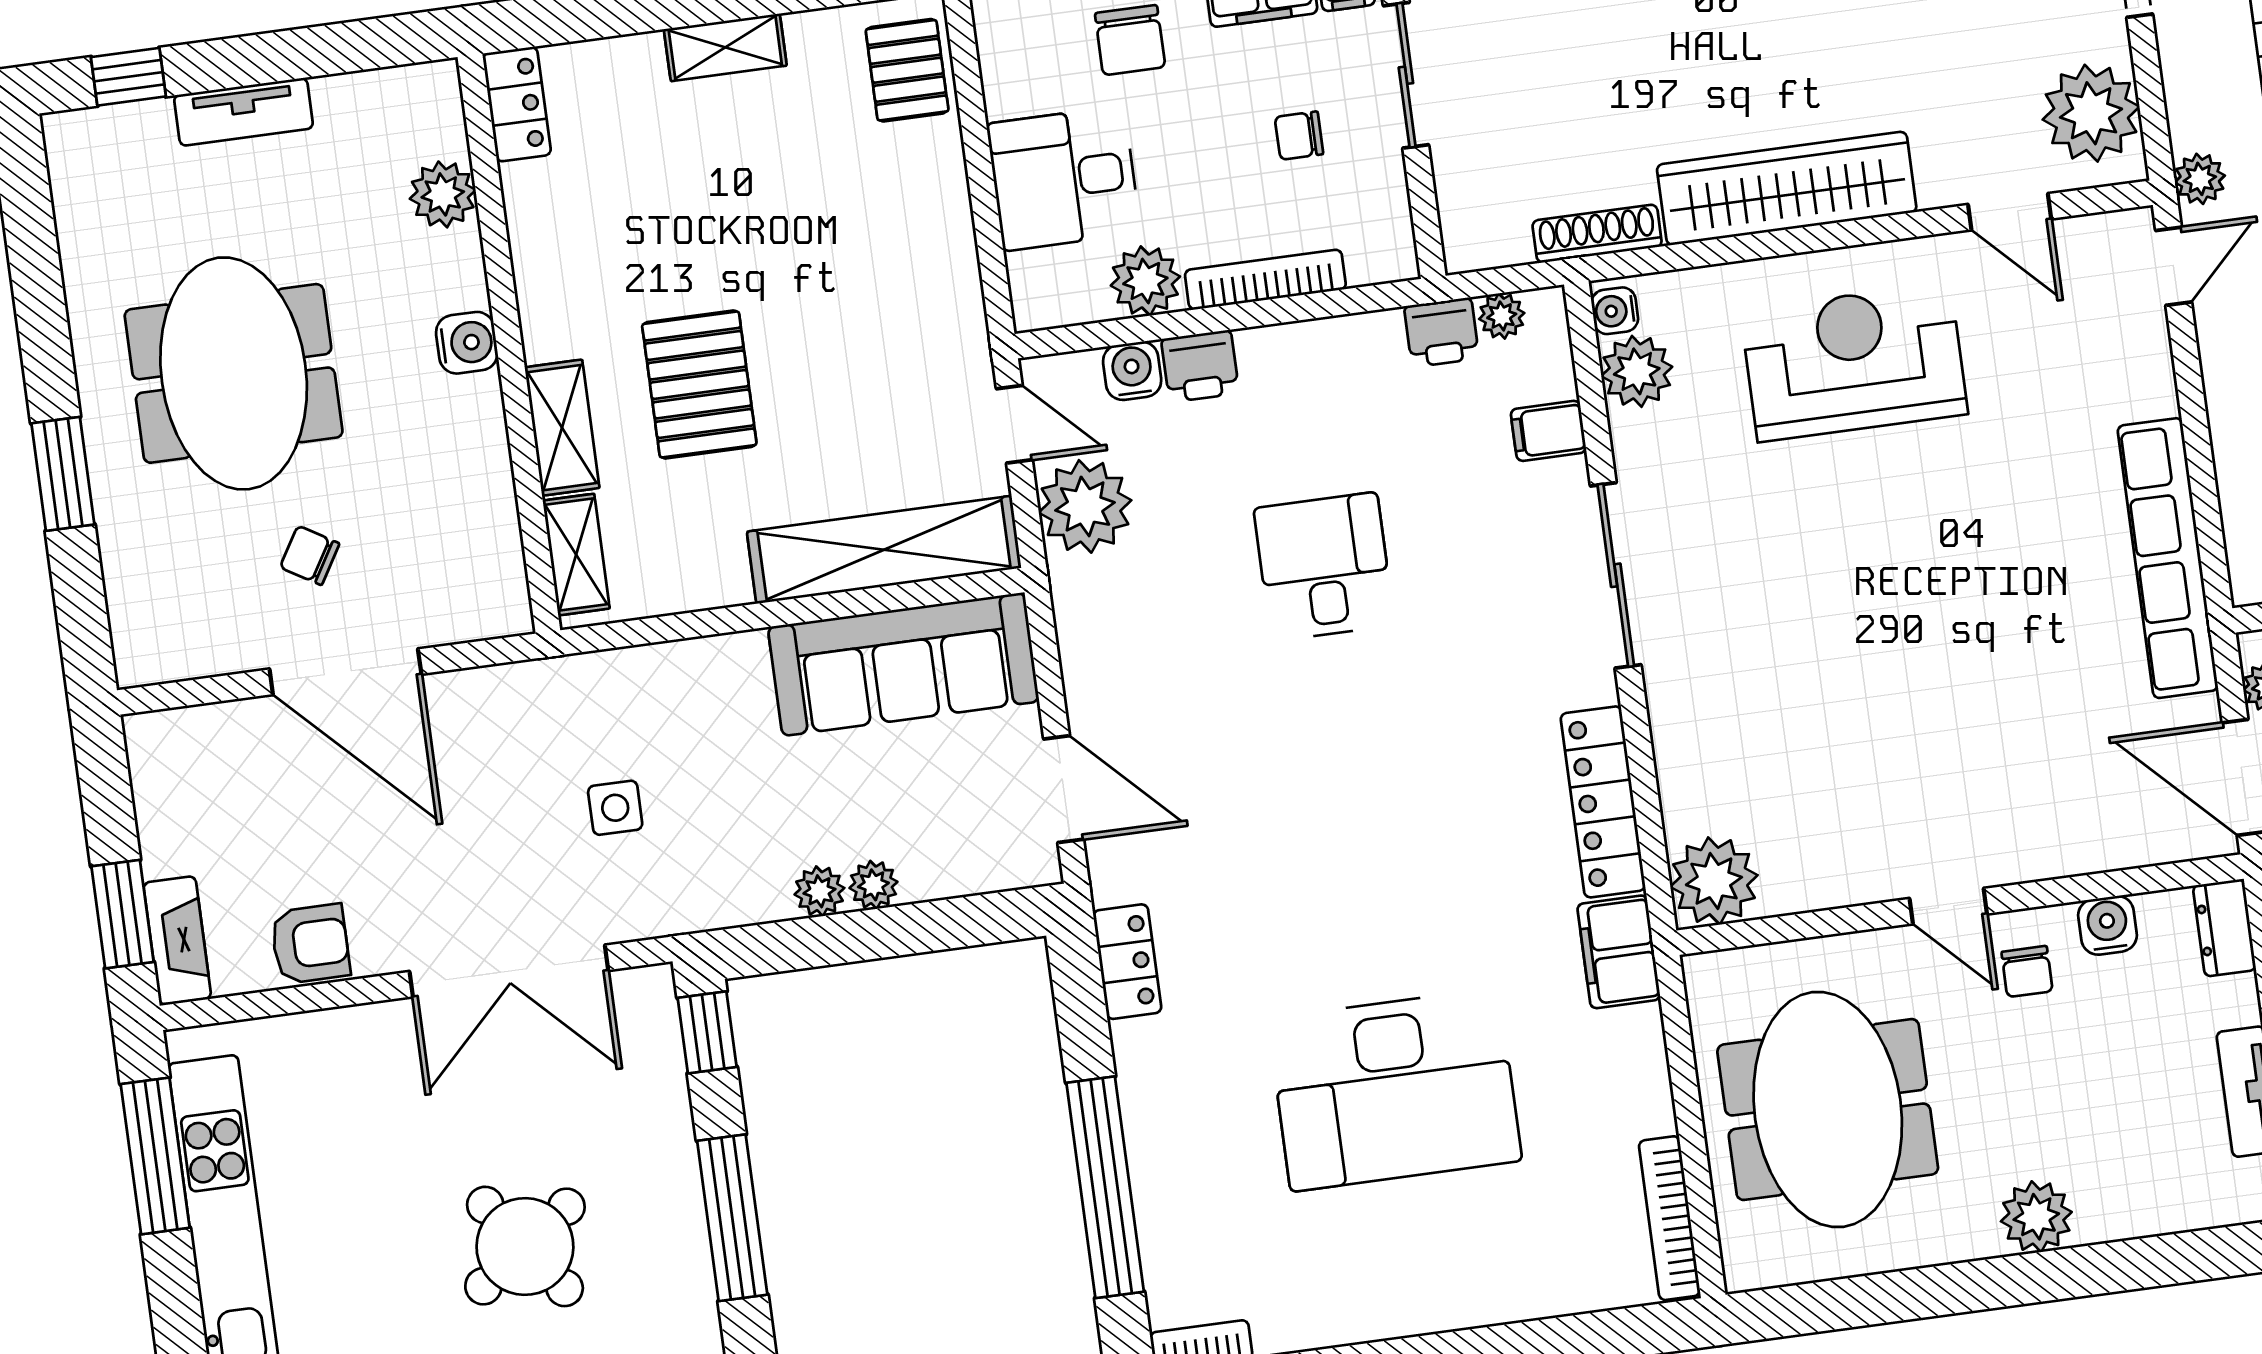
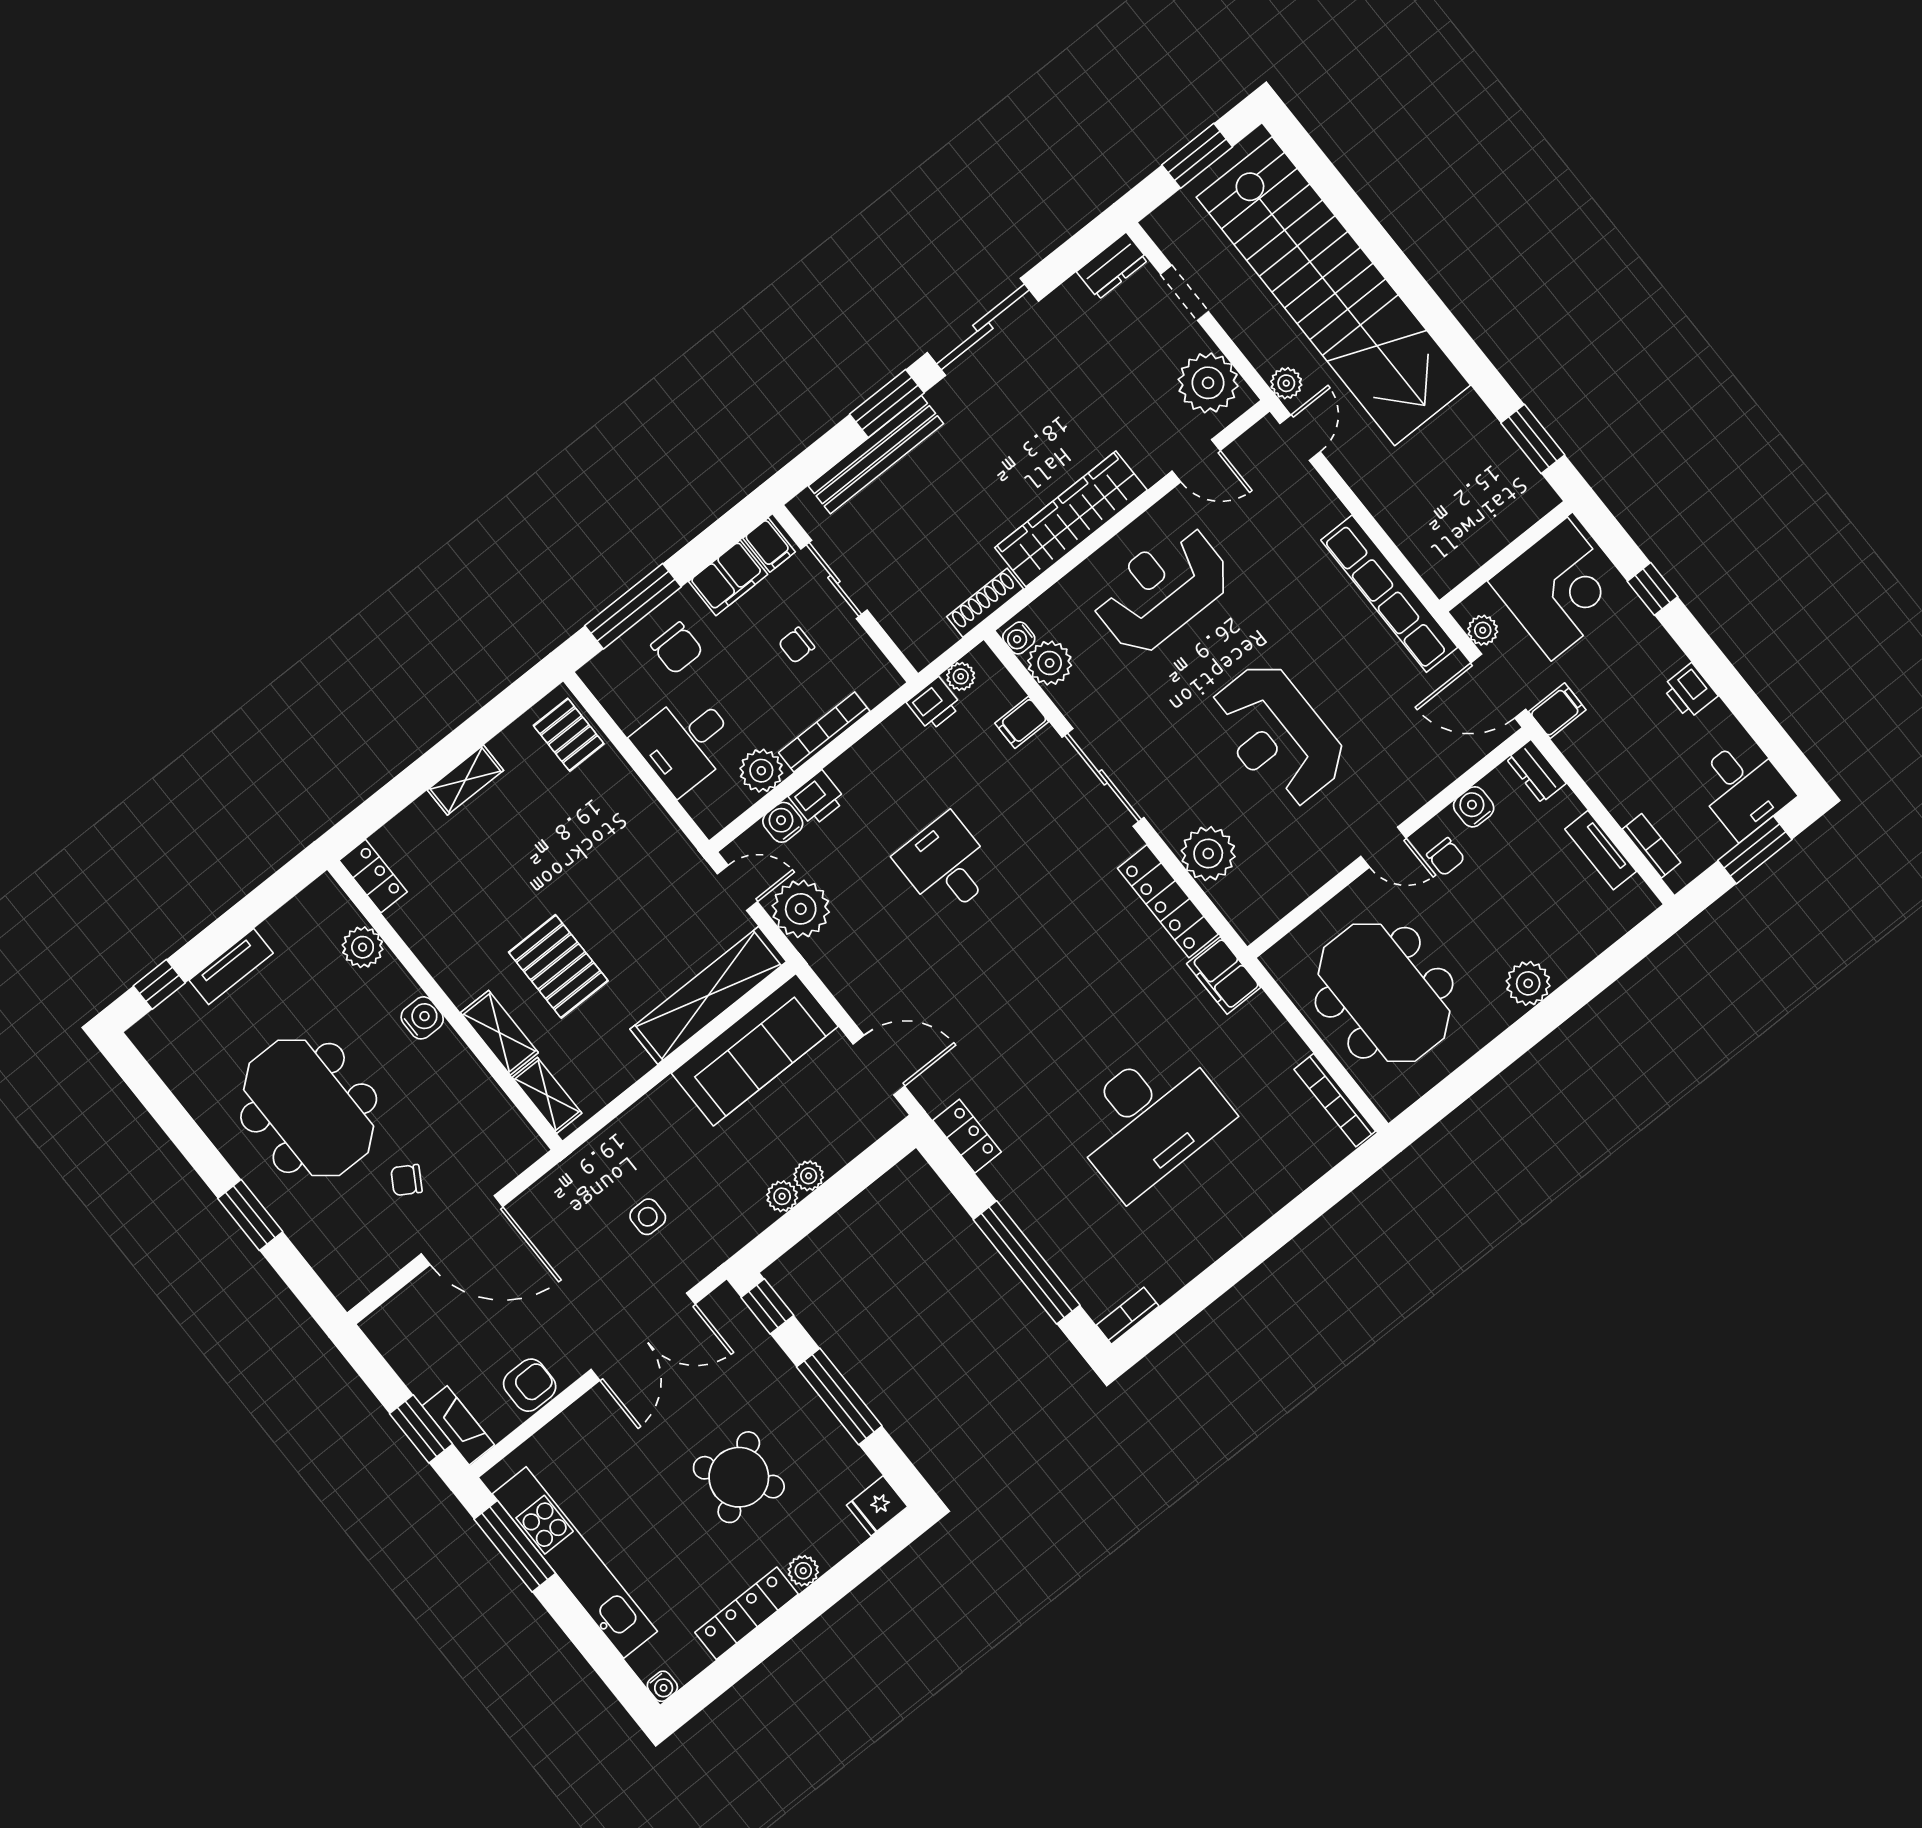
reception desk: (1894, 661) -> (1277, 735), added
plant: (1714, 881) -> (1208, 854), moved

